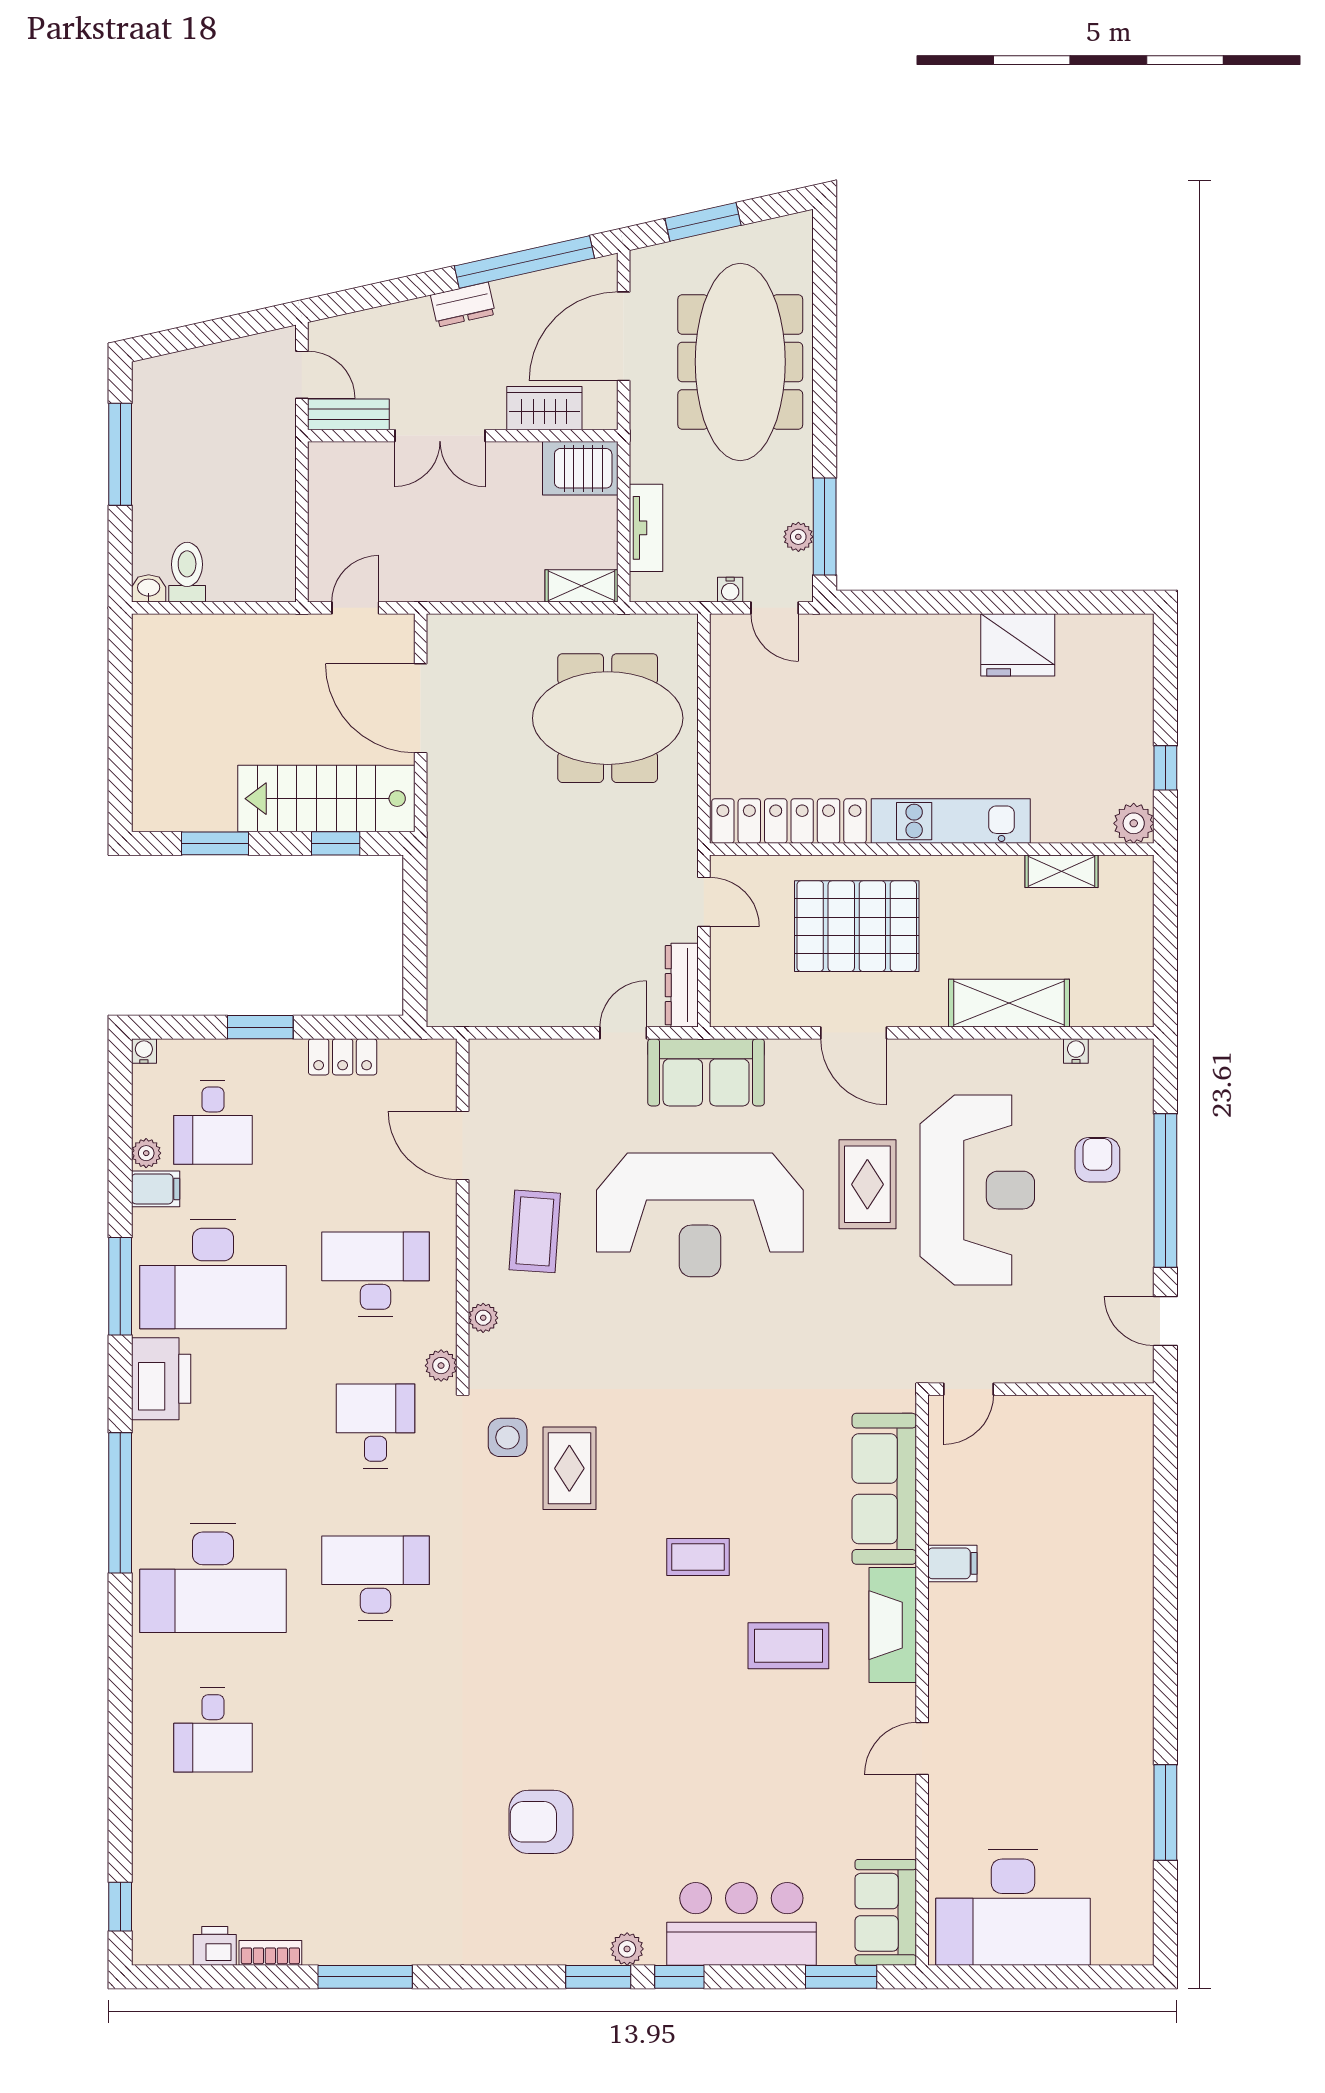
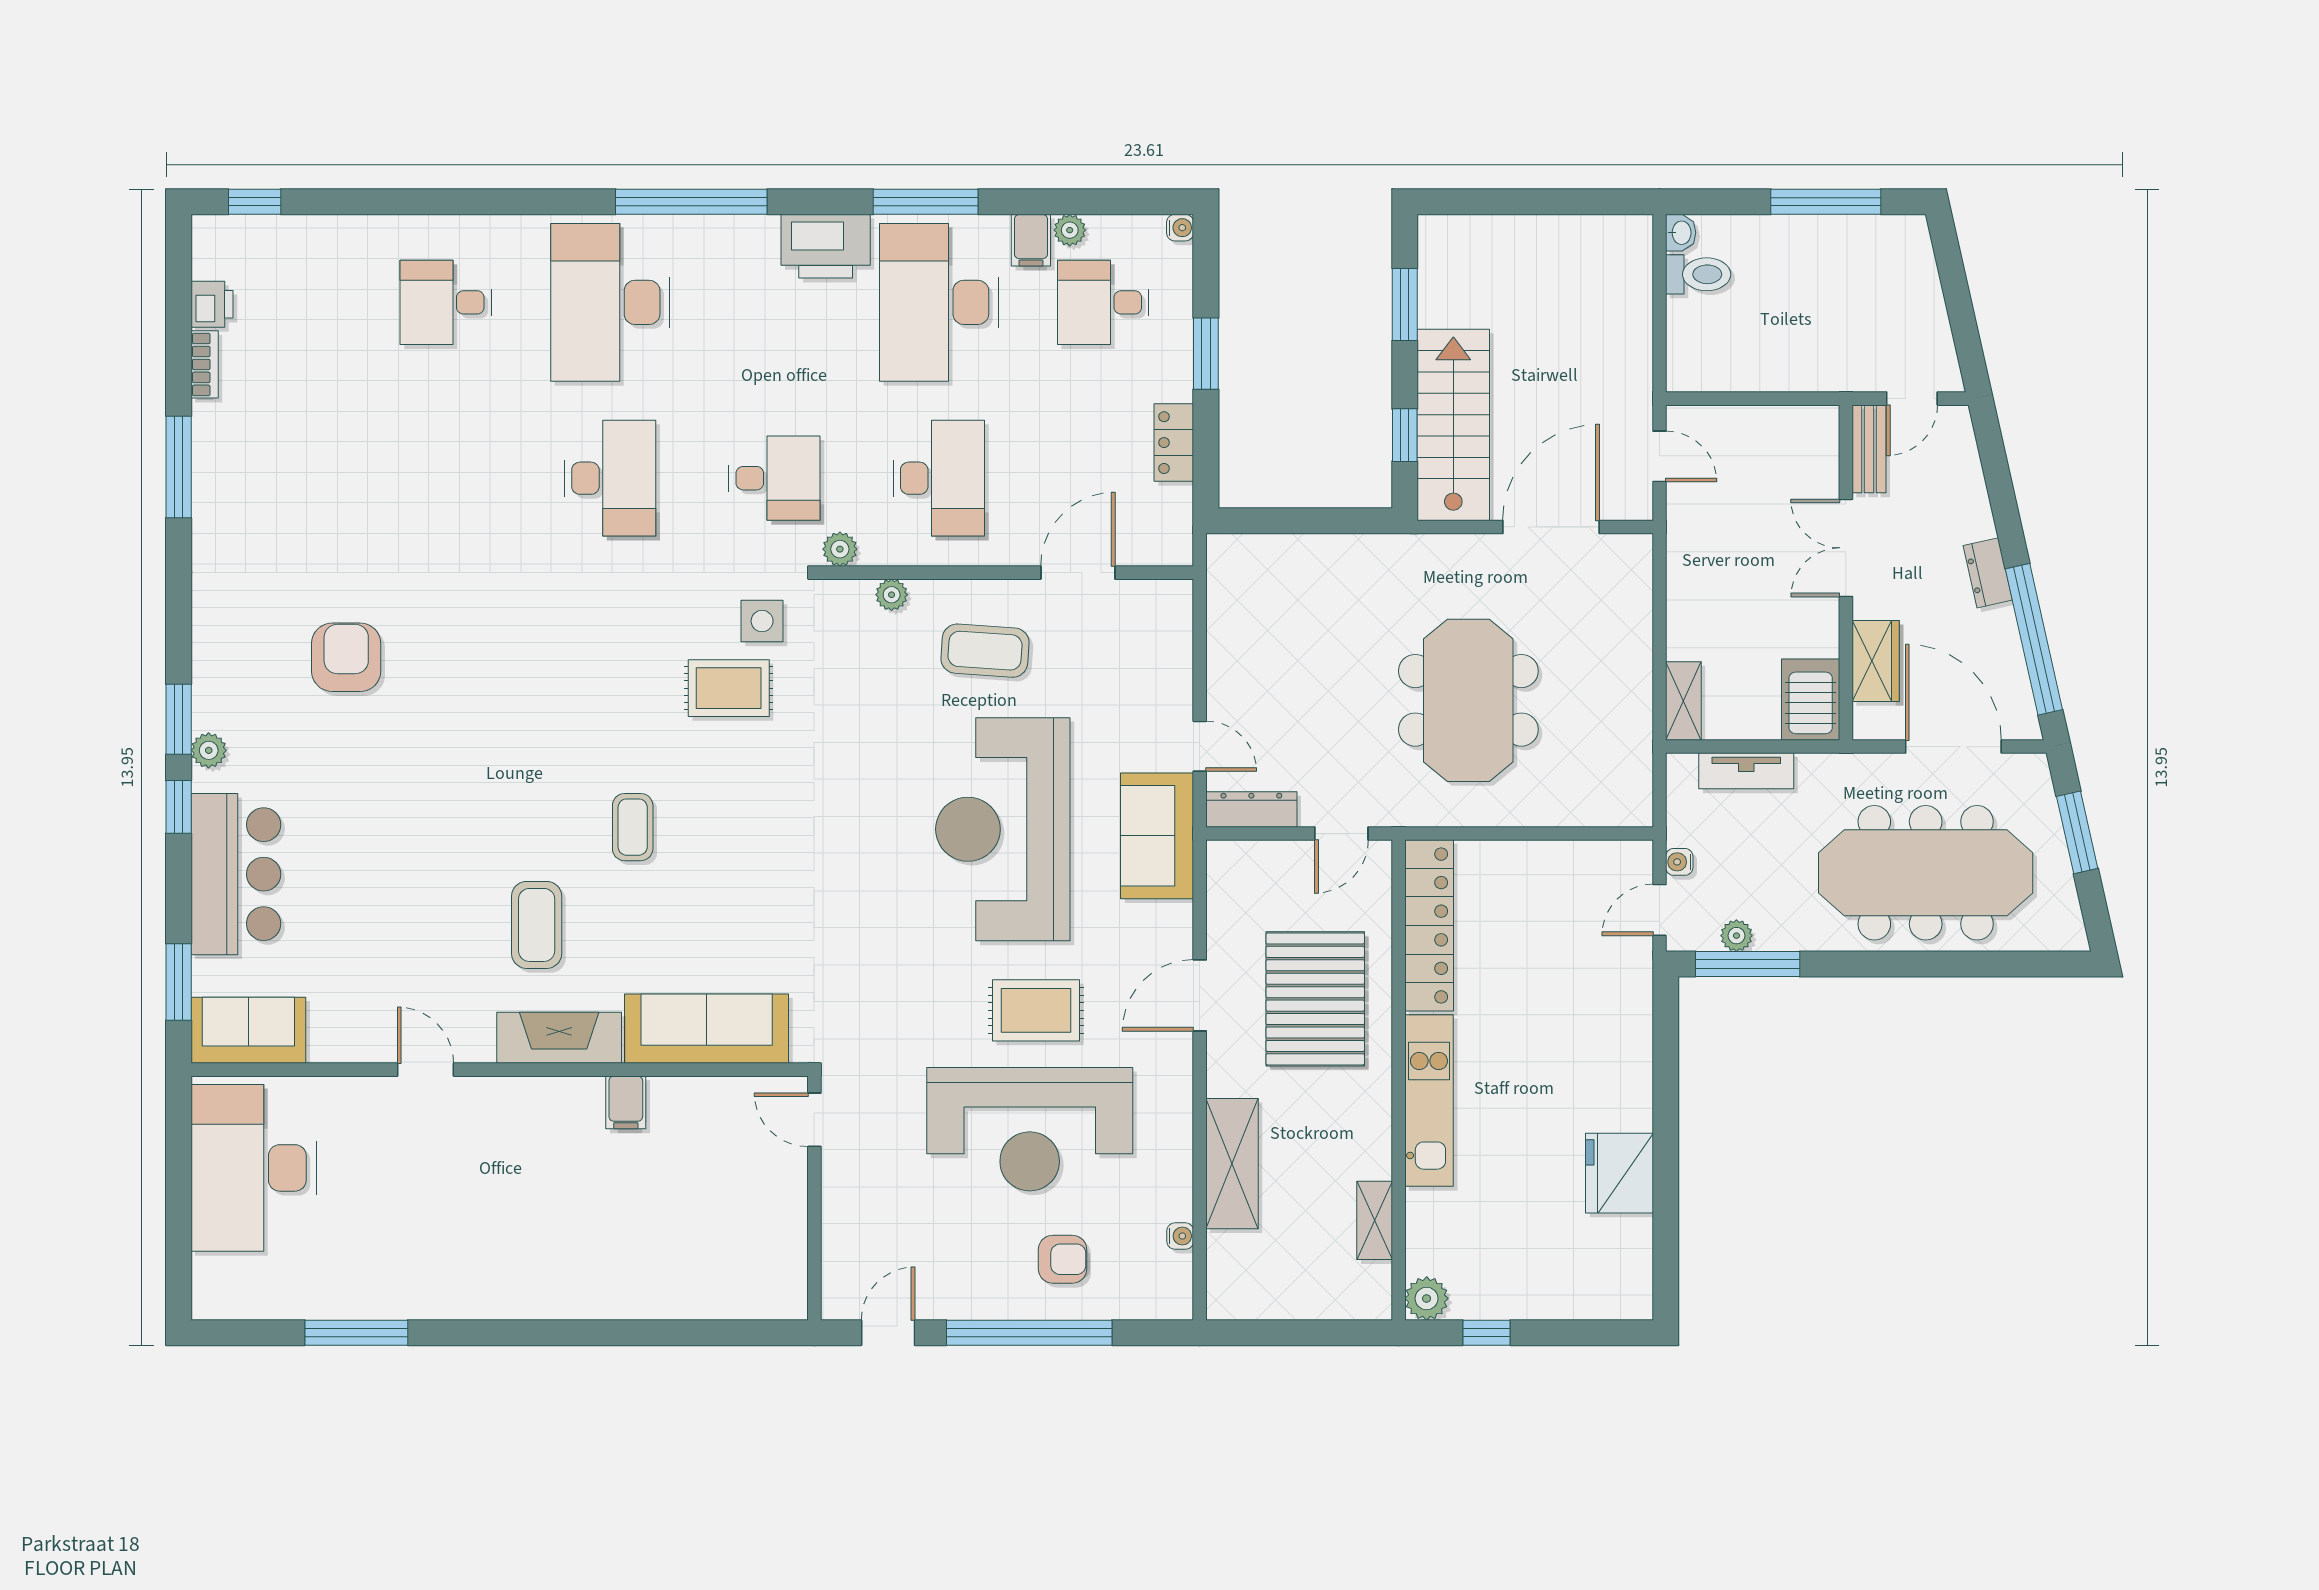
meeting table: (608, 718) -> (1468, 700), moved

